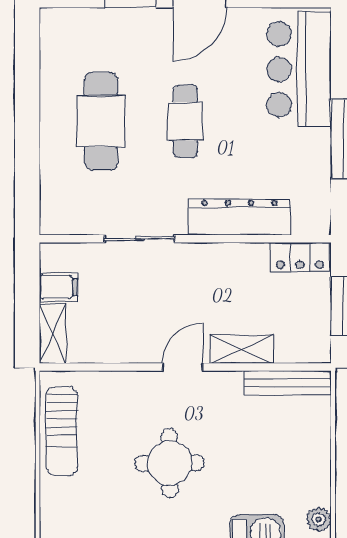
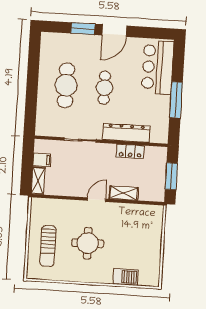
locker: (300, 257) -> (130, 151), moved
bench: (287, 383) -> (144, 210), removed
sun lounger: (62, 431) -> (48, 246), moved
plant: (319, 519) -> (154, 273), removed

